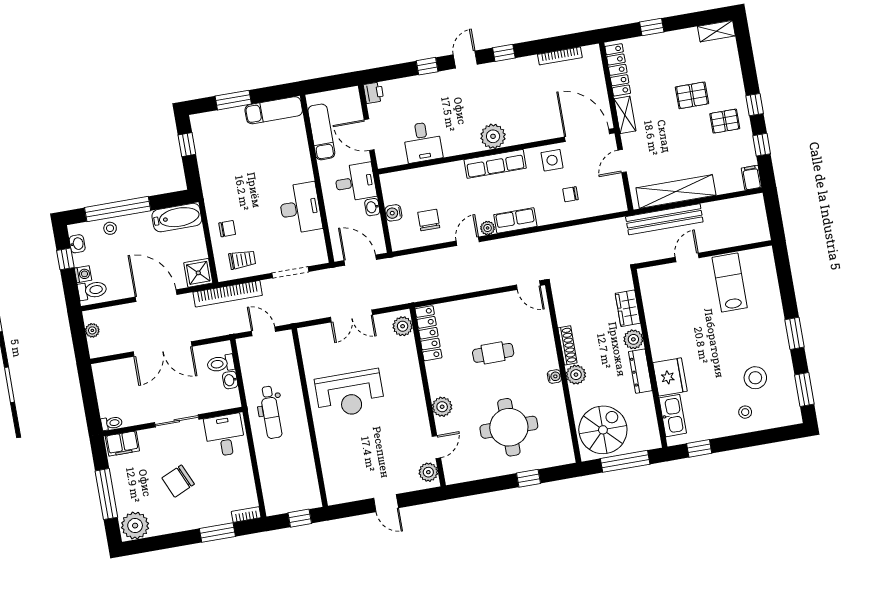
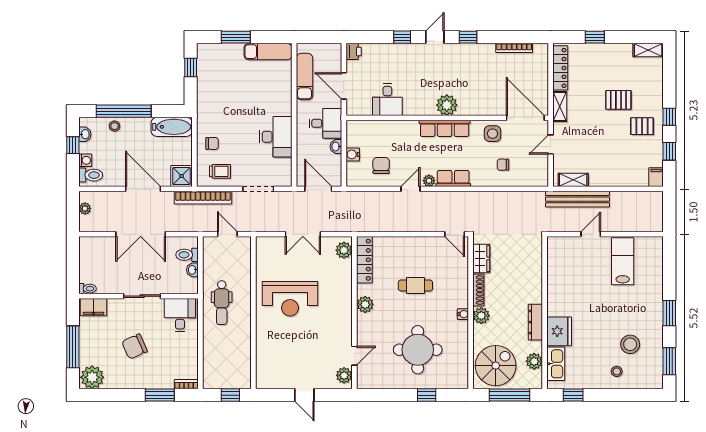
shelving: (676, 192) -> (573, 180), width x0.45, depth x0.75
wardrobe: (628, 308) -> (481, 258), moved, turned 180
plant: (633, 339) -> (534, 361), moved
plant: (442, 407) -> (365, 304), moved

